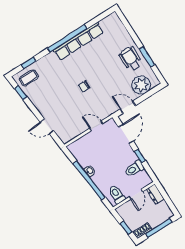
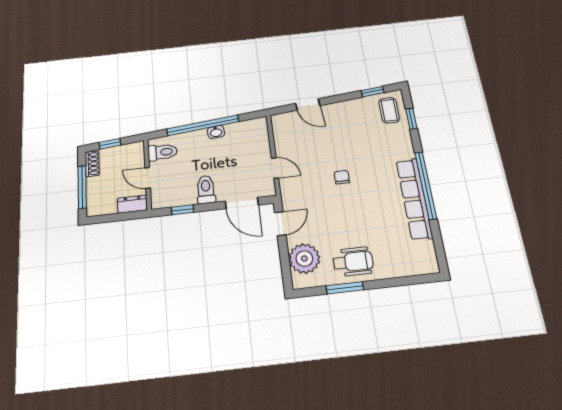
door: (47, 126) -> (308, 104), swing flipped
door: (96, 126) -> (275, 168), hinge flipped
window: (140, 156) -> (183, 210), moved
toilet: (134, 169) -> (206, 190), moved

